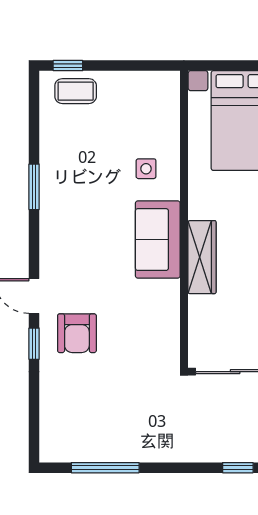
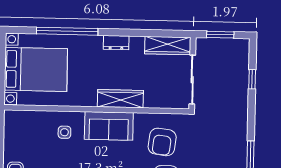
armchair: (134, 326) -> (162, 142), added

